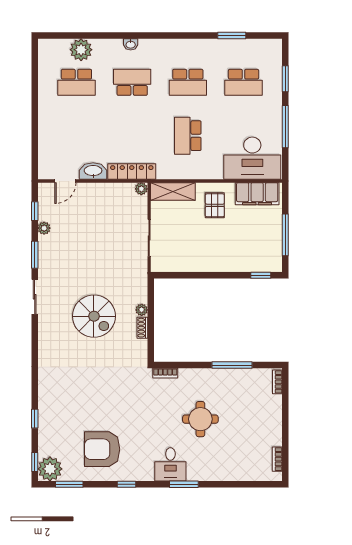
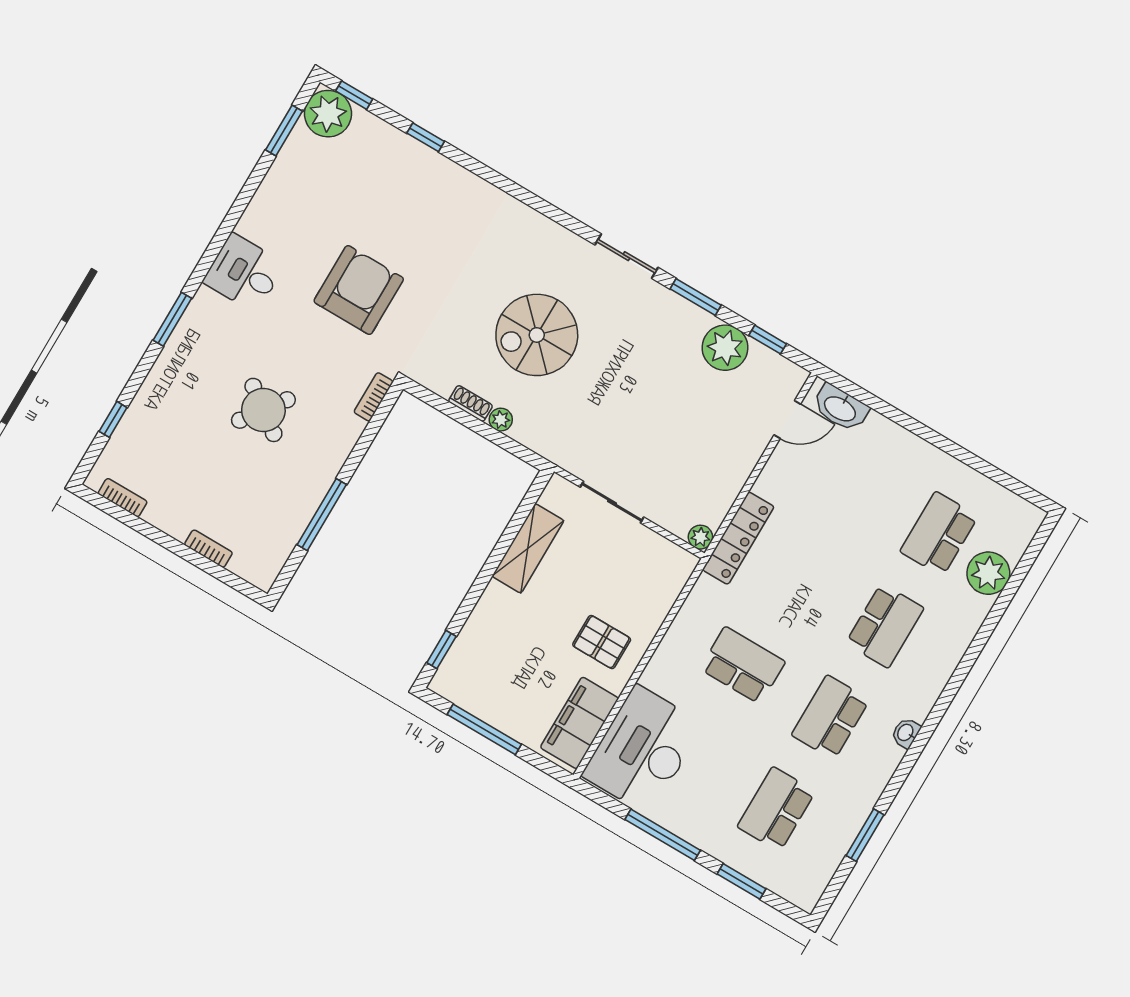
washbasin: (131, 44) -> (906, 733), moved
washbasin: (93, 171) -> (840, 408), moved, turned 90
door: (65, 181) -> (787, 420), swing flipped
shelving: (173, 191) -> (528, 548), moved
plant: (44, 228) -> (725, 348), width x1.88, depth x1.88
bookcase: (277, 382) -> (208, 549), moved
round table: (200, 419) -> (263, 410), turned 36
armchair: (102, 449) -> (359, 290), moved
desk: (170, 464) -> (244, 273), moved
window: (126, 484) -> (113, 419), moved

